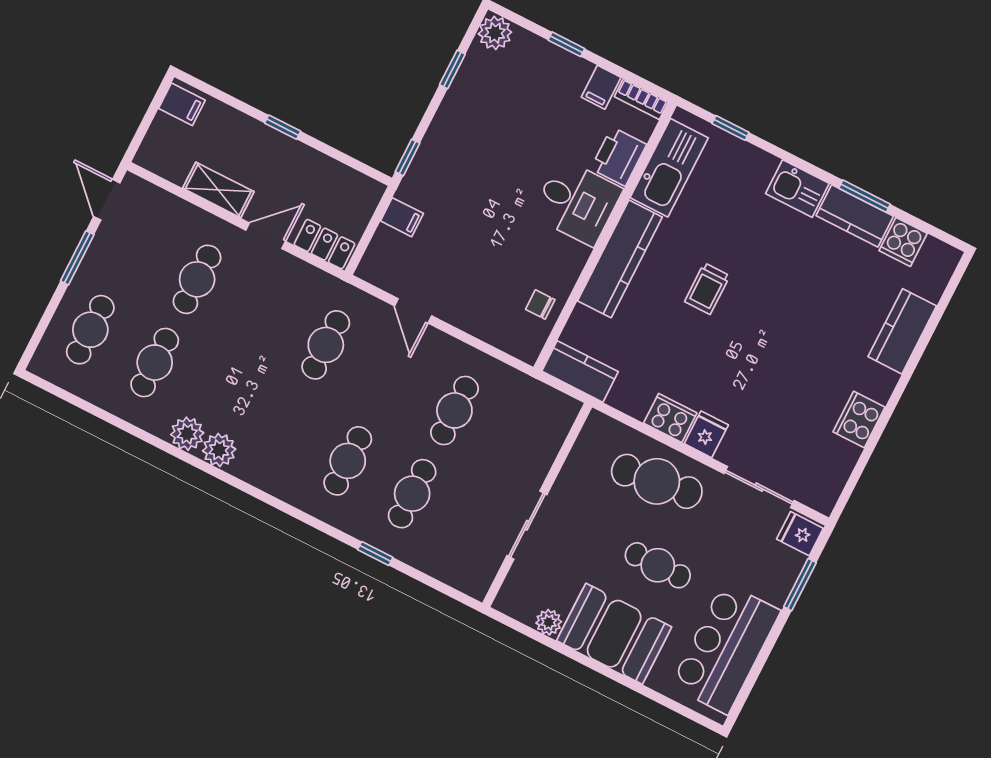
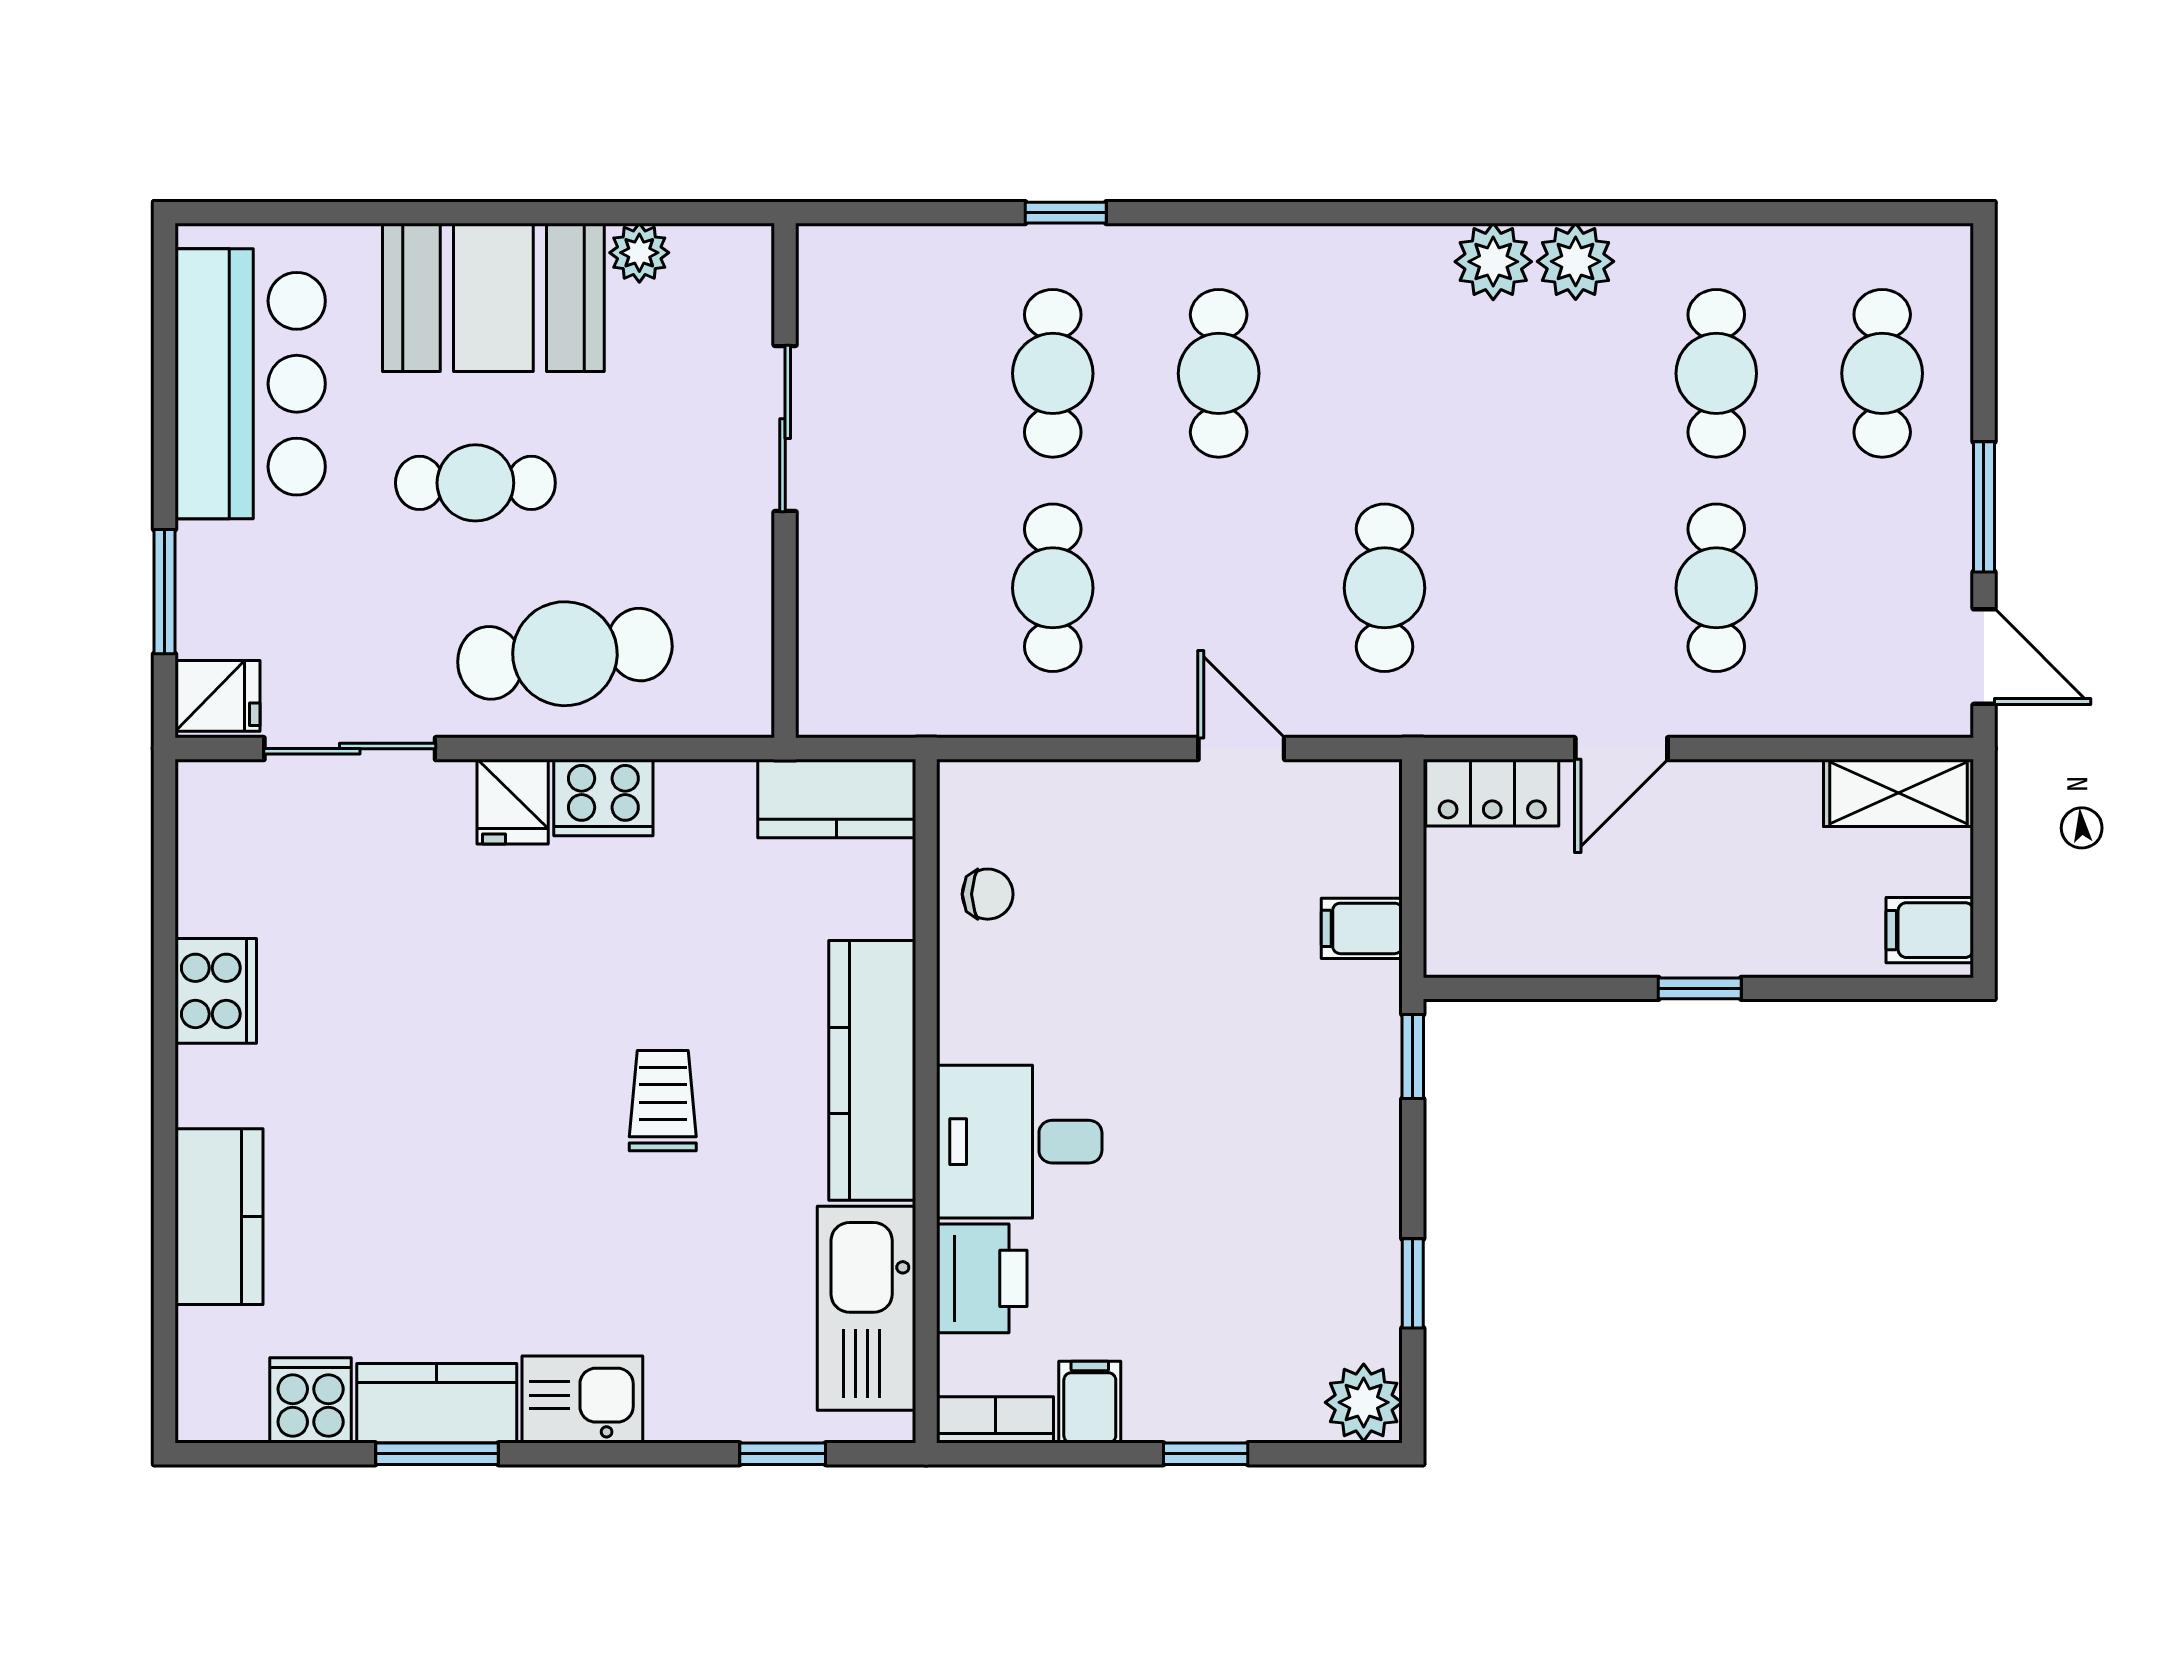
shelving: (218, 190) -> (1899, 793), moved

